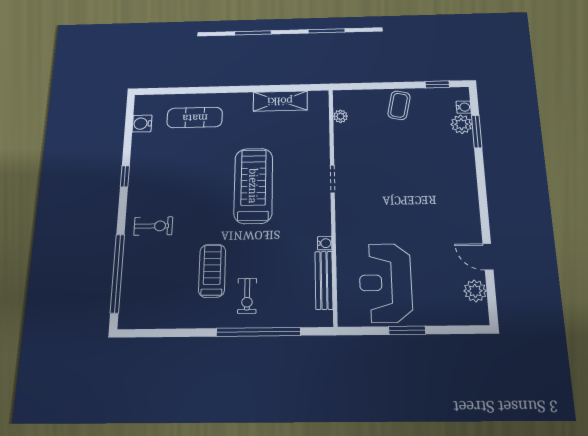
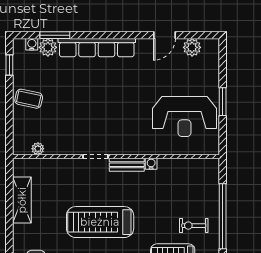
row of seats: (465, 178) -> (97, 48), added
bench: (324, 280) -> (127, 165), moved, width x0.73
exercise bike: (247, 296) -> (194, 226), turned 180

